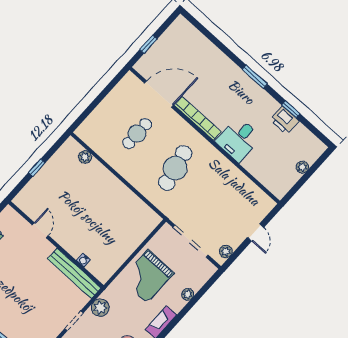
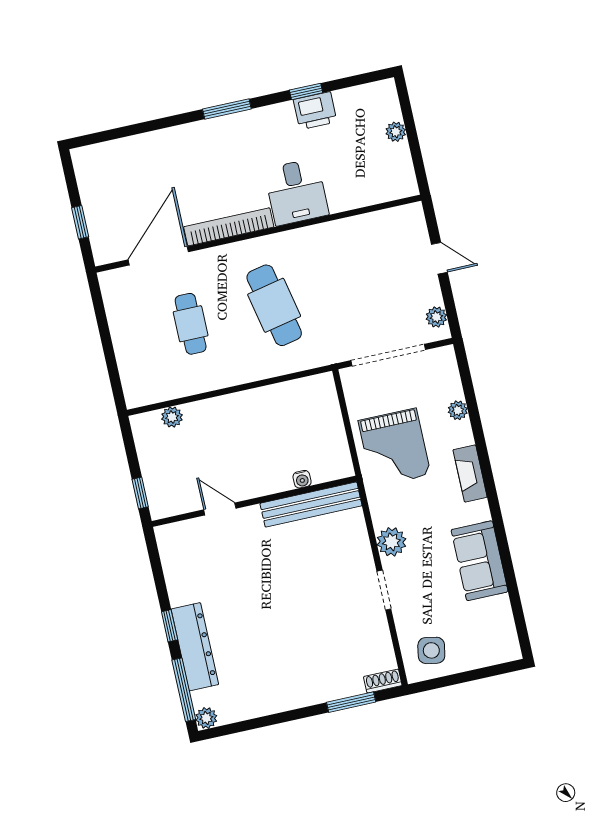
door: (40, 230) -> (220, 509), moved
wall: (56, 244) -> (254, 501), moved
water cooler: (84, 260) -> (302, 479), moved
bench: (74, 273) -> (311, 505), moved

